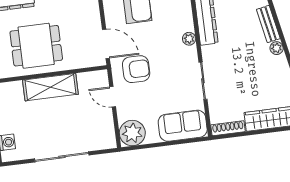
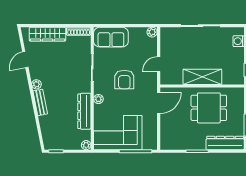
door: (106, 44) -> (159, 103), swing flipped
armchair: (136, 69) -> (124, 80), moved, turned -90
door: (113, 97) -> (159, 64), swing flipped
plant: (132, 133) -> (152, 32), width x0.53, depth x0.53

